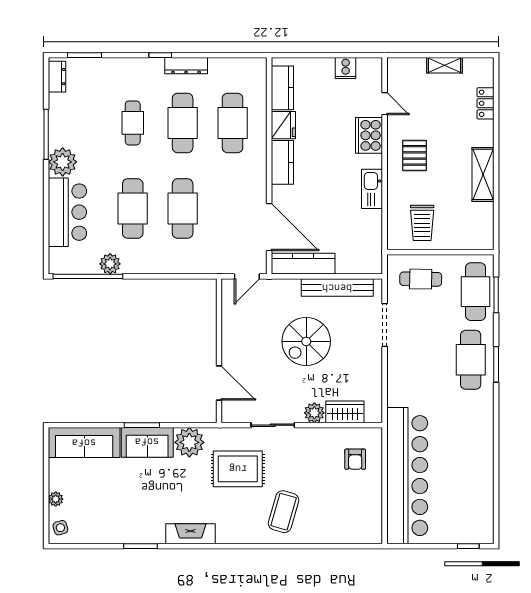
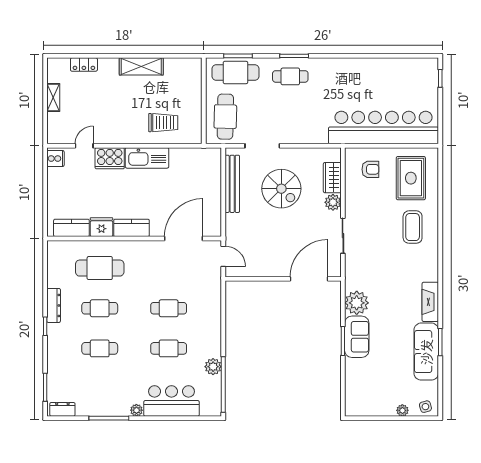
cooker: (346, 68) -> (55, 159), moved
cafe table: (183, 123) -> (100, 308), width x0.73, depth x0.74
pallet: (415, 155) -> (126, 122), removed
plant: (63, 162) -> (136, 410), width x0.53, depth x0.53
kitchen sink: (372, 189) -> (147, 158), width x1.36, depth x1.24
cafe table: (133, 209) -> (169, 348), width x0.73, depth x0.74
cafe table: (183, 209) -> (169, 308), width x0.73, depth x0.74
trolley: (422, 223) -> (163, 123), moved
kitchen counter: (303, 264) -> (213, 211), removed
cafe table: (421, 279) -> (225, 117), width x1.37, depth x1.35
spiral stairs: (306, 341) -> (281, 189), moved
cafe table: (471, 360) -> (290, 76), width x0.73, depth x0.74
door: (219, 383) -> (309, 279), width x1.36
sofa: (84, 443) -> (426, 352), moved, turned 180
rug: (238, 469) -> (411, 178), moved
coffee table: (284, 512) -> (413, 227), turned 74

